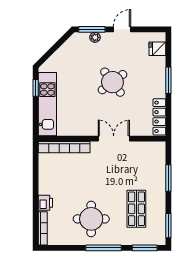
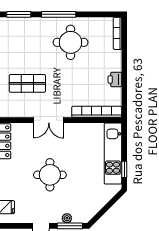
round table: (112, 82) -> (50, 175), turned 37
printer: (45, 203) -> (115, 79), moved
shop shelf: (136, 209) -> (27, 83), moved, turned 90

